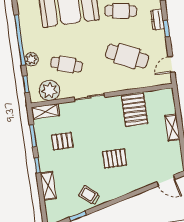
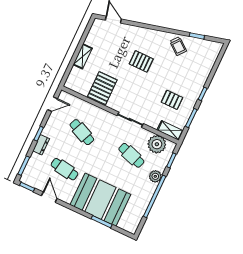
cafe table: (127, 56) -> (82, 132), width x0.73, depth x0.74
shelving: (48, 186) -> (204, 73), removed

